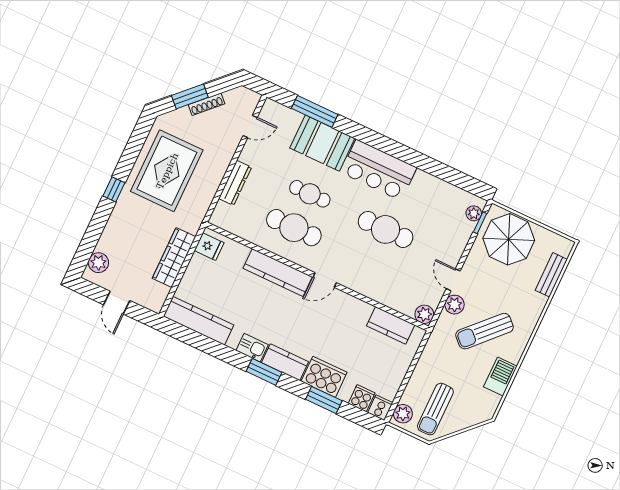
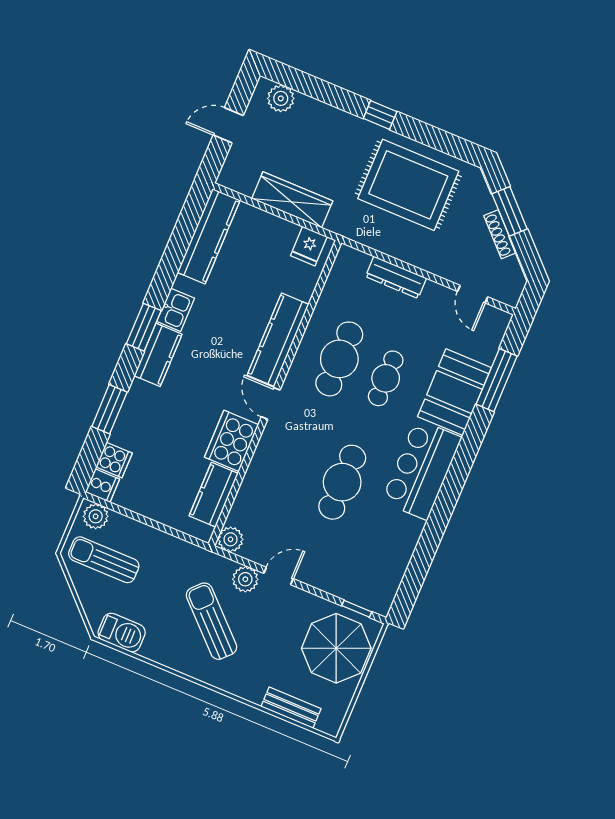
plant: (474, 213) -> (369, 600), removed
cooker: (324, 377) -> (231, 441), moved, turned 180
barbecue: (500, 377) -> (122, 633), moved

